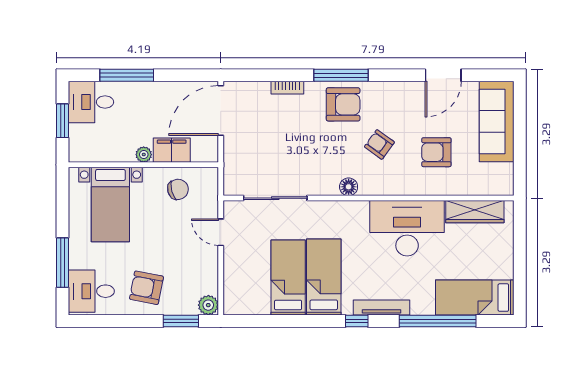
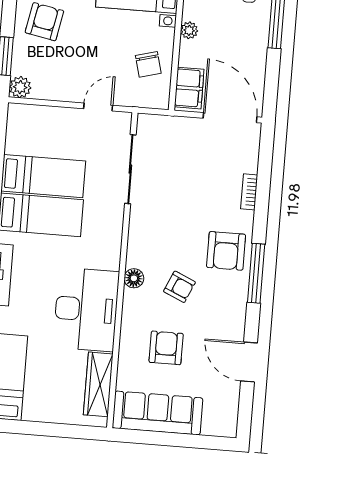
window: (341, 75) -> (256, 273), moved
sofa: (497, 122) -> (157, 413), moved
armchair: (379, 144) -> (179, 287), turned 78
filing cabinet: (172, 150) -> (189, 88), moved
floor lamp: (349, 187) -> (134, 278), moved

